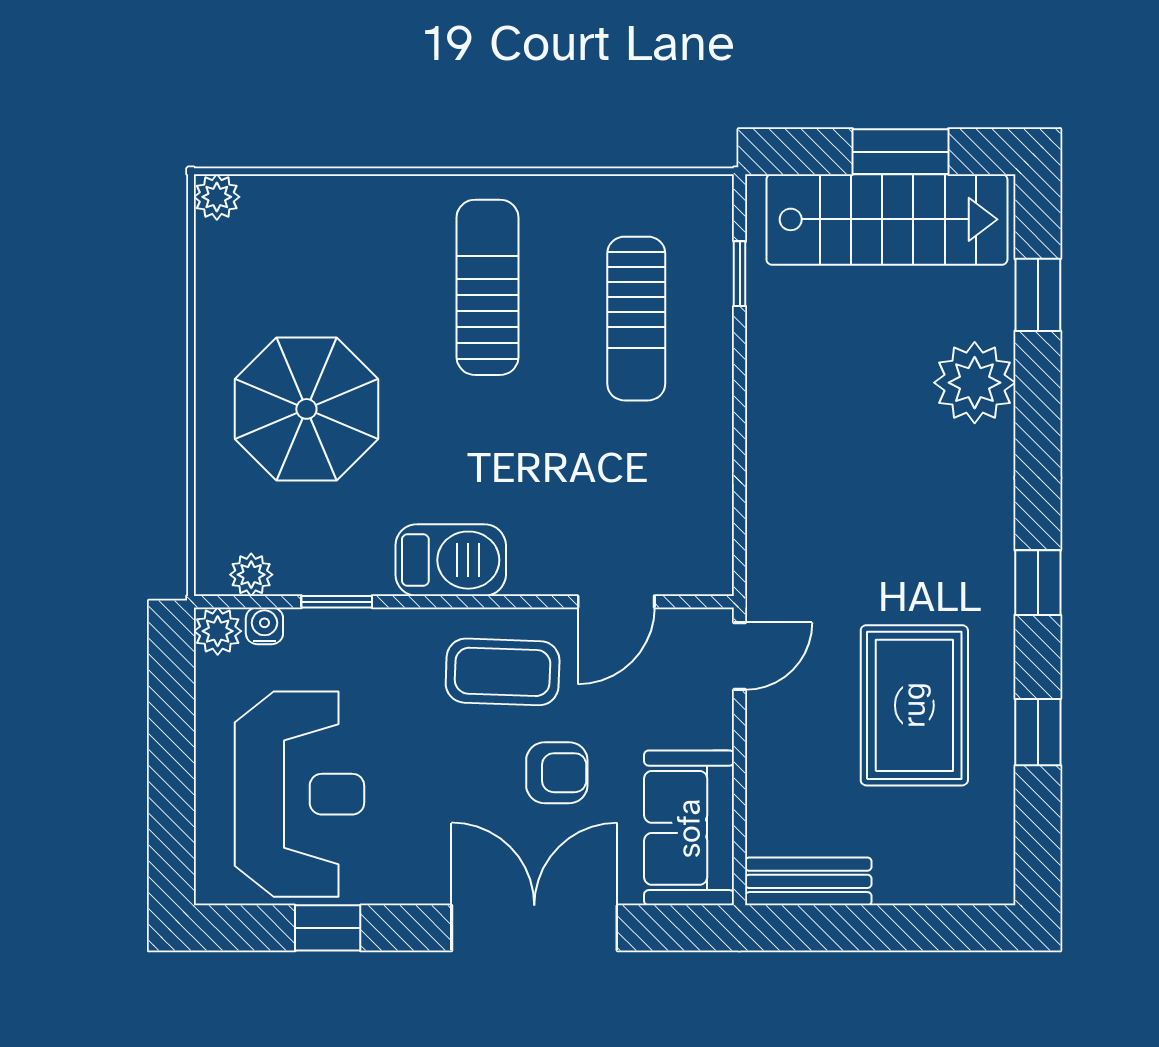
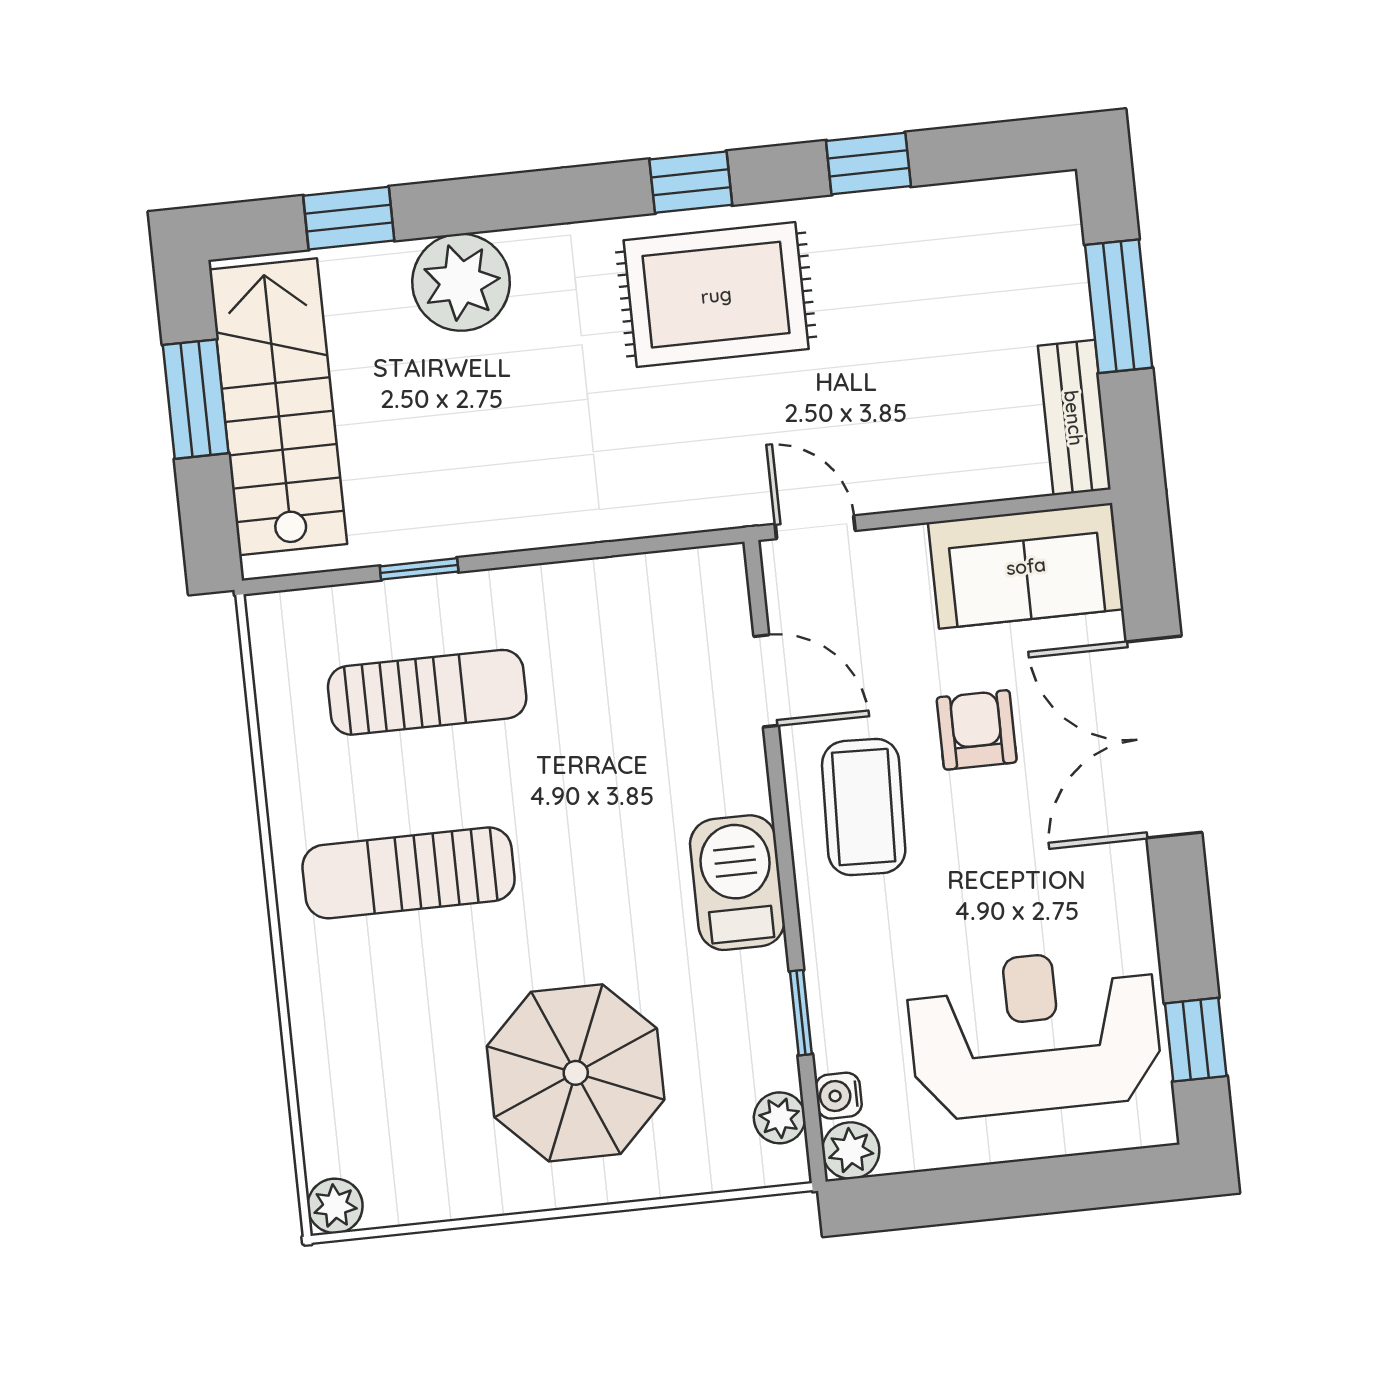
window: (740, 274) -> (419, 569), moved
rug: (914, 705) -> (716, 295), moved
window: (328, 928) -> (1196, 1040), moved
window: (897, 928) -> (1119, 306), added

